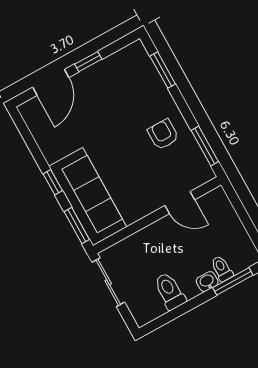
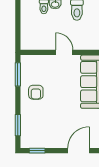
window: (88, 62) -> (37, 151), moved
door: (180, 203) -> (64, 52), moved

